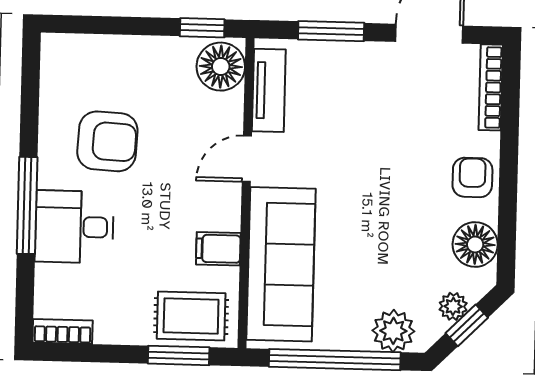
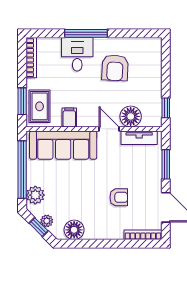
floor lamp: (221, 67) -> (131, 116), moved
armchair: (472, 177) -> (119, 197), moved
bookcase: (63, 332) -> (31, 58), width x1.56

